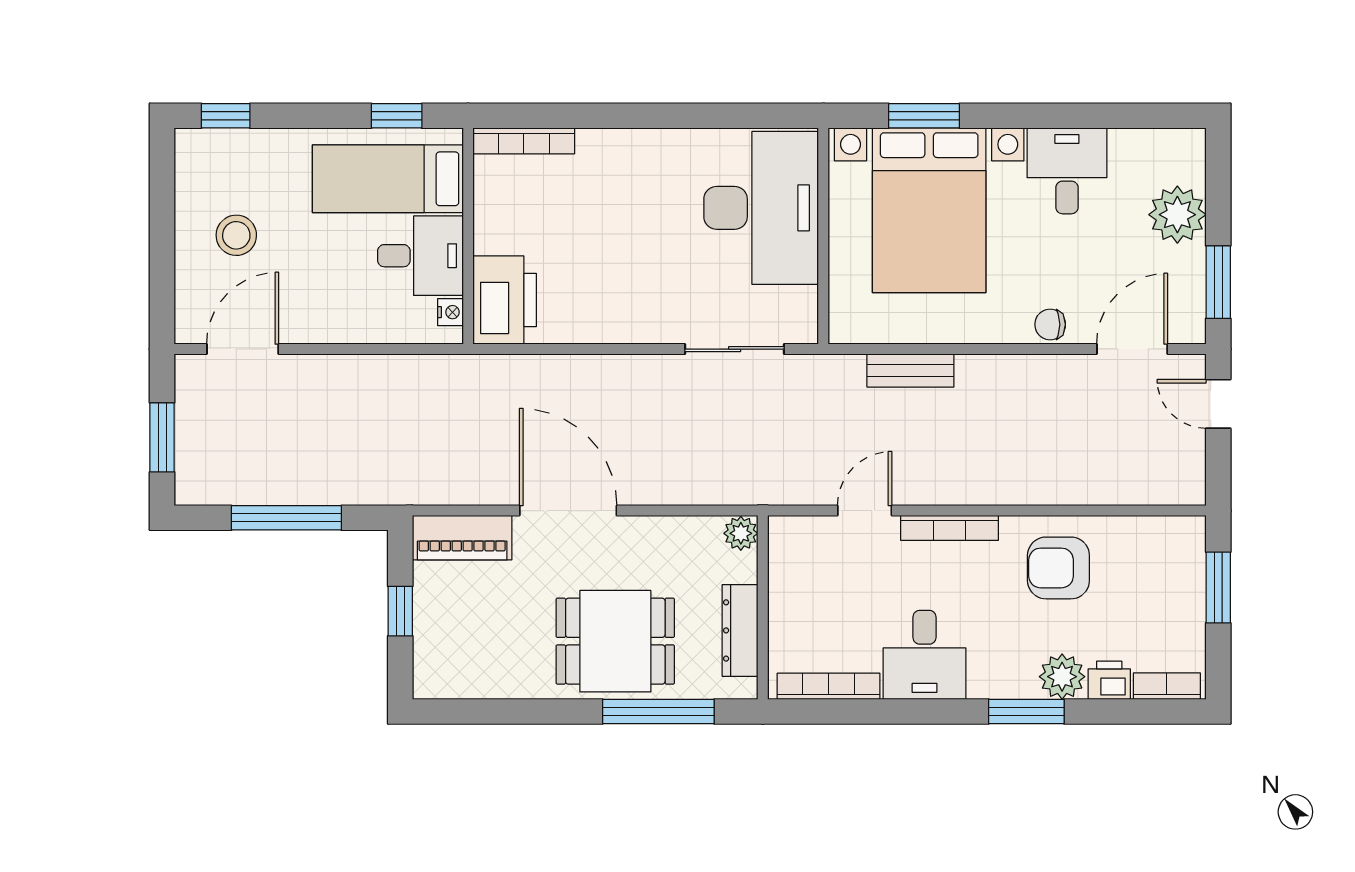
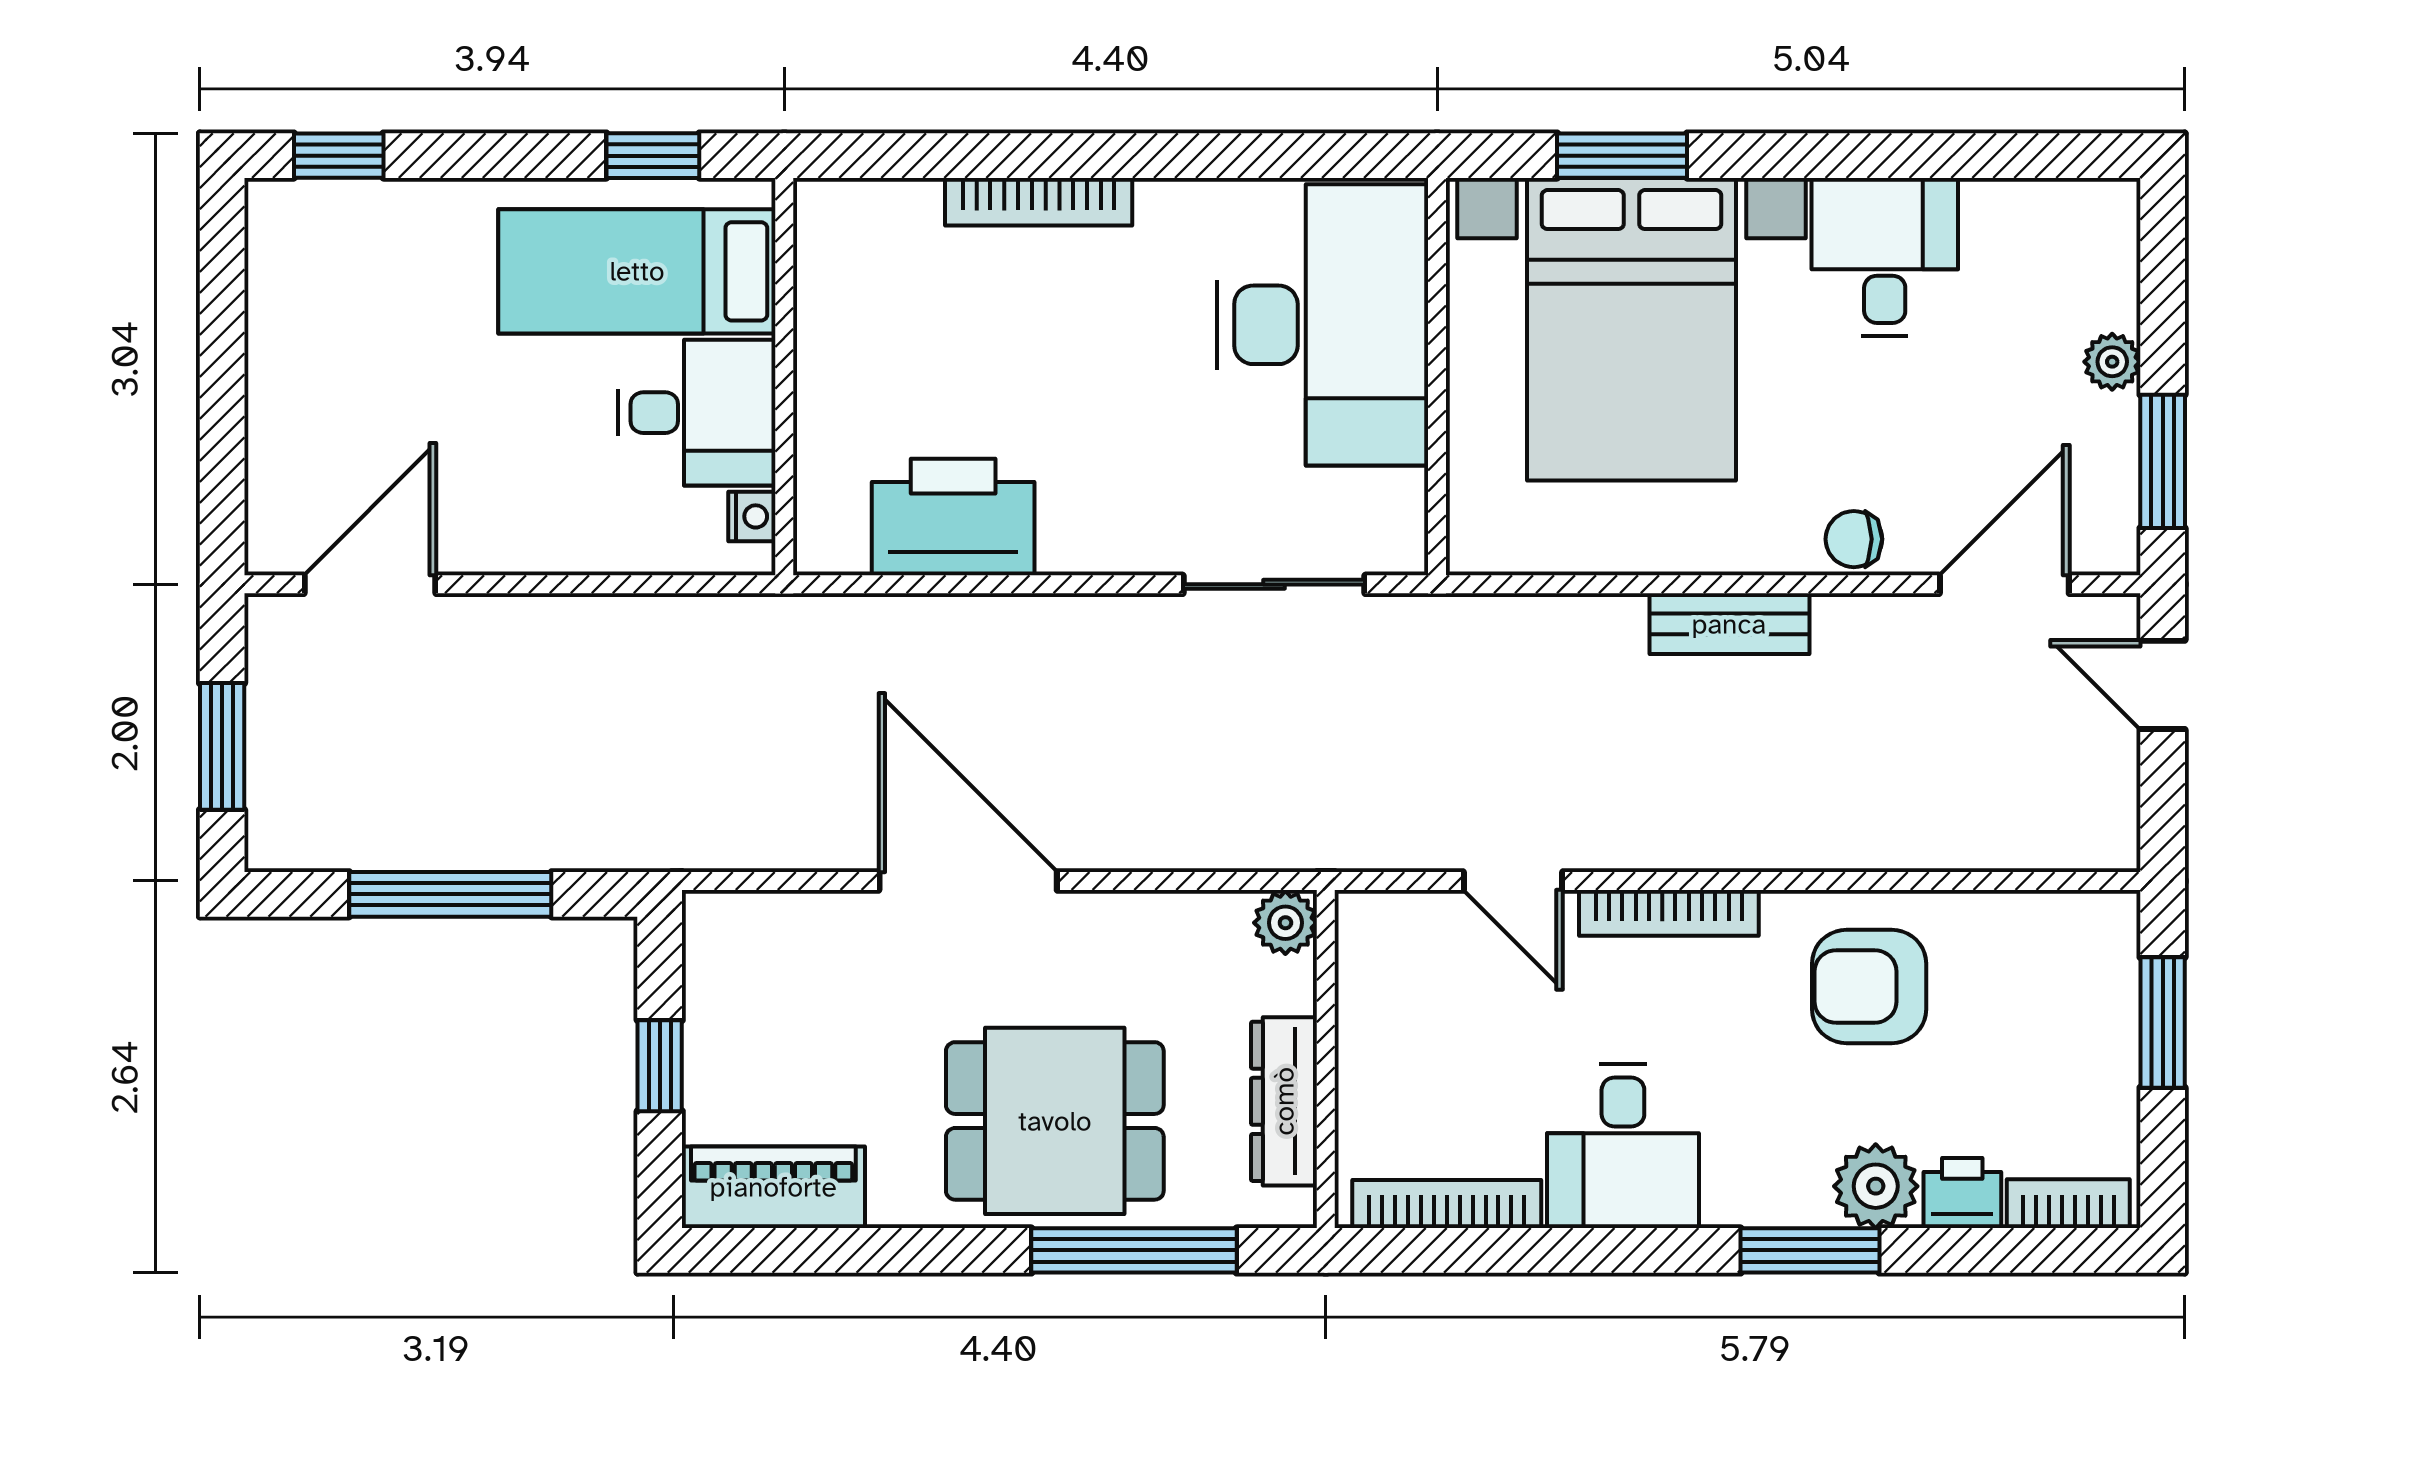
bookcase: (524, 141) -> (1039, 202), moved
plant: (1177, 215) -> (2112, 362), width x0.53, depth x0.53
stool: (236, 235) -> (358, 375), removed
printer: (505, 300) -> (953, 517), moved, turned -90
bench: (910, 371) -> (1729, 624), moved
door: (865, 511) -> (1513, 881), swing flipped
piano: (462, 538) -> (773, 1187), moved, turned 180

